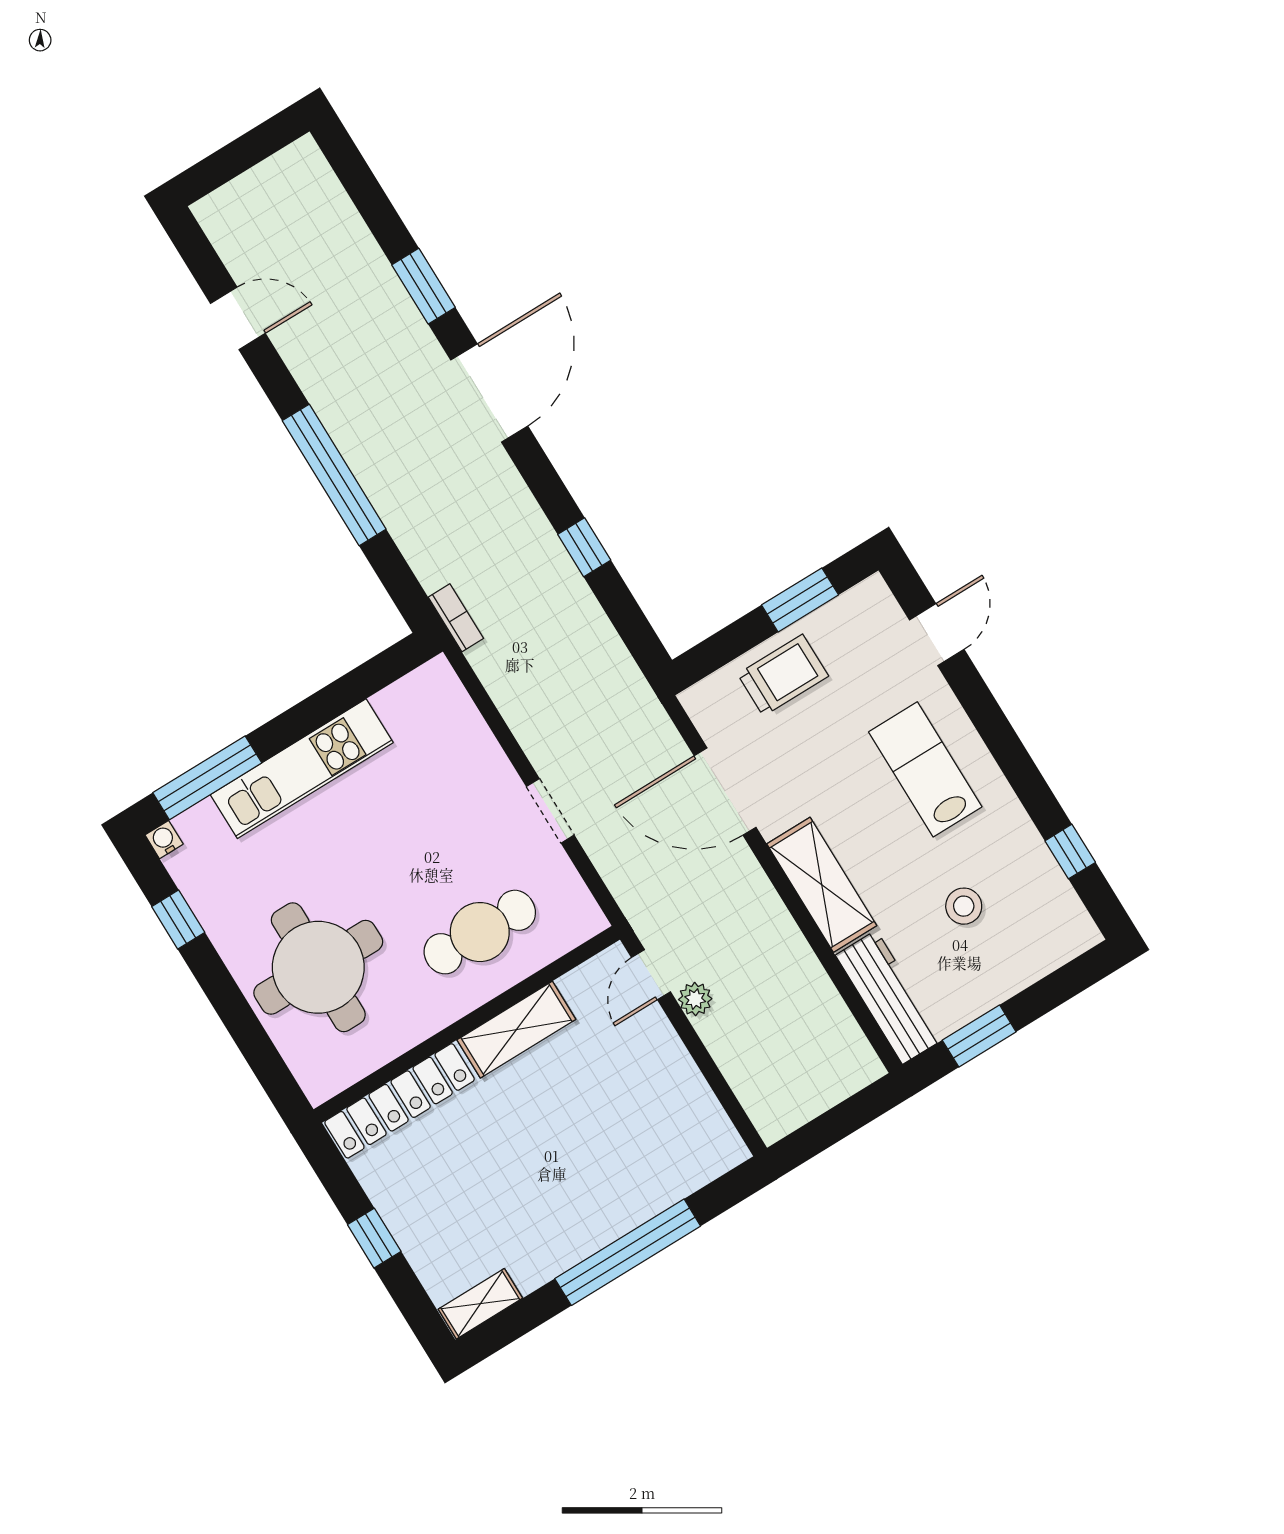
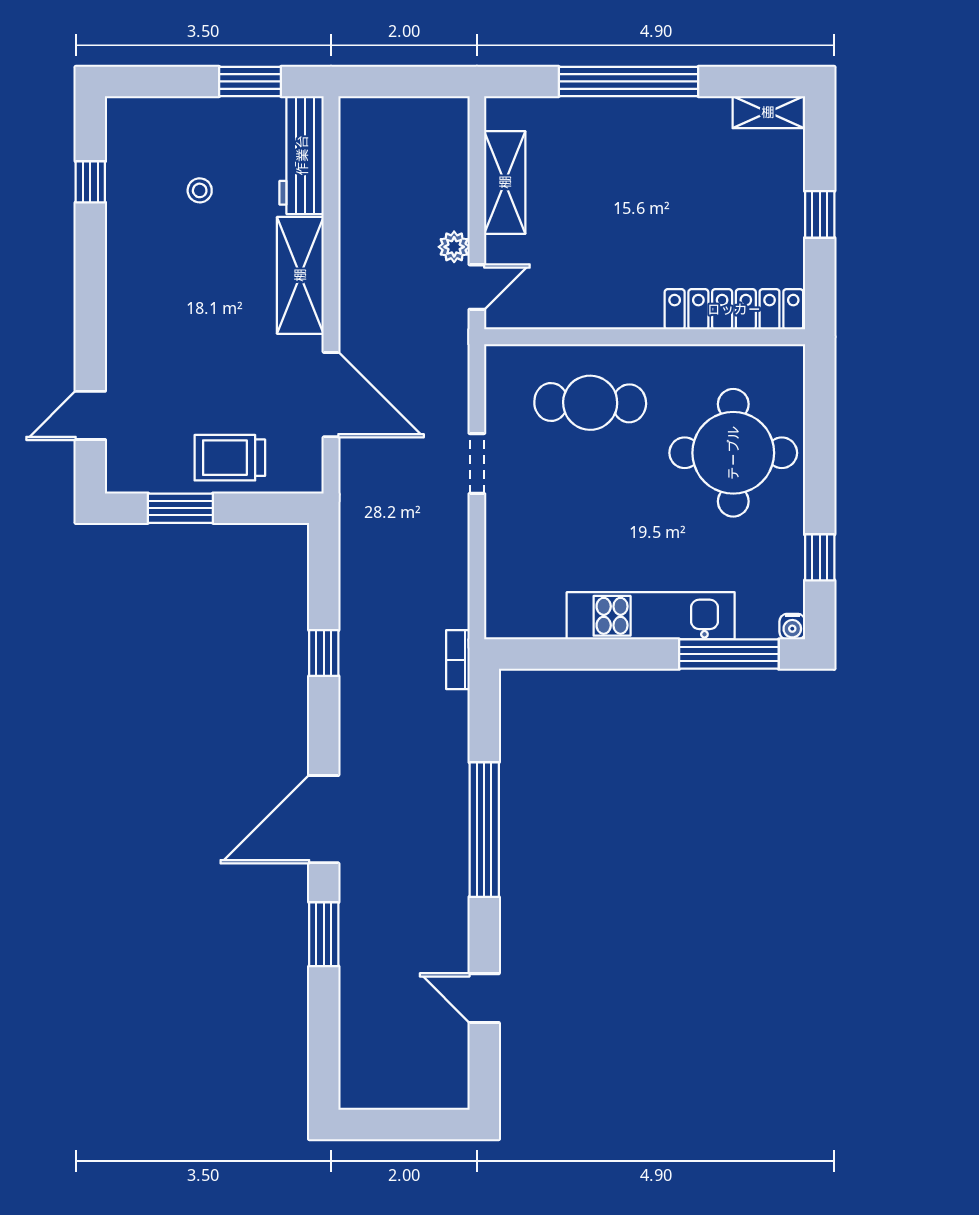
lab bench: (925, 769) -> (164, 316), removed
stool: (964, 906) -> (200, 190), width x0.73, depth x0.73
shelving: (516, 1030) -> (505, 182), moved, turned 90

